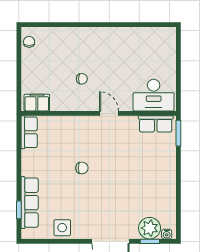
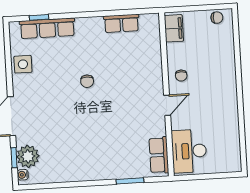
desk: (154, 95) -> (189, 151), moved
filing cabinet: (37, 103) -> (174, 28), moved
wall: (99, 113) -> (166, 94), moved
door: (109, 113) -> (167, 105), moved
row of seats: (156, 124) -> (159, 155), moved

